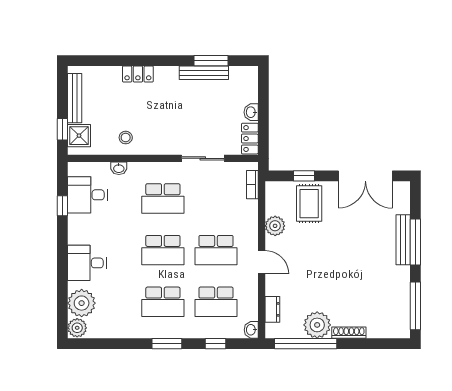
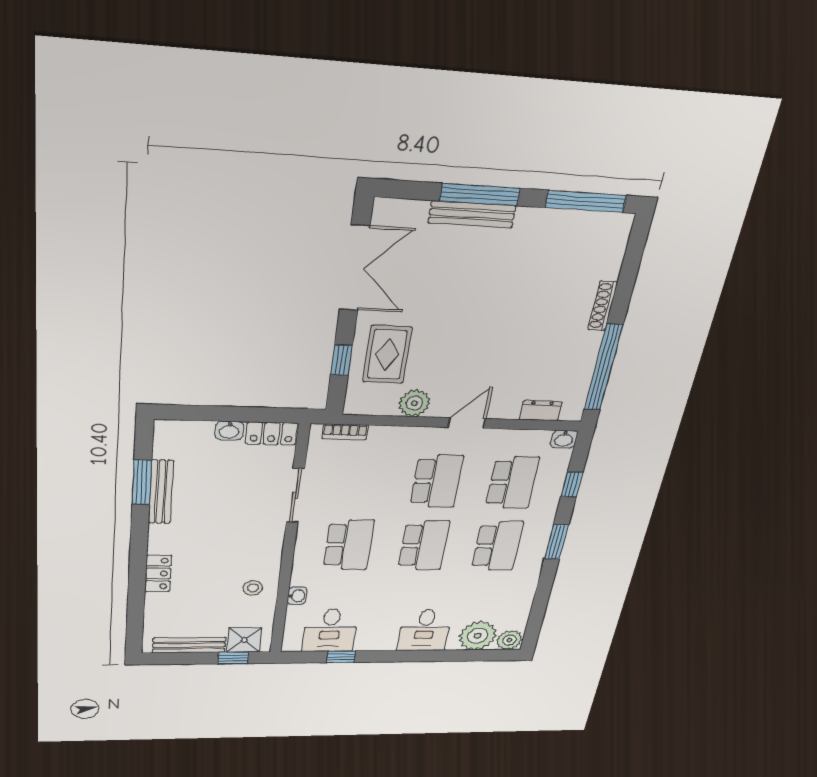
rug: (309, 204) -> (387, 354), turned 90
plant: (317, 325) -> (579, 351), removed

